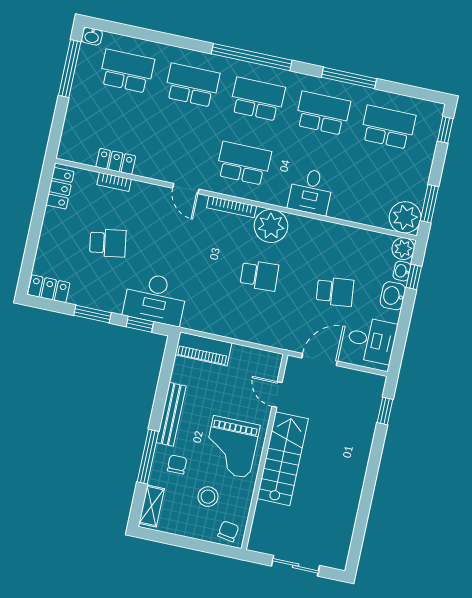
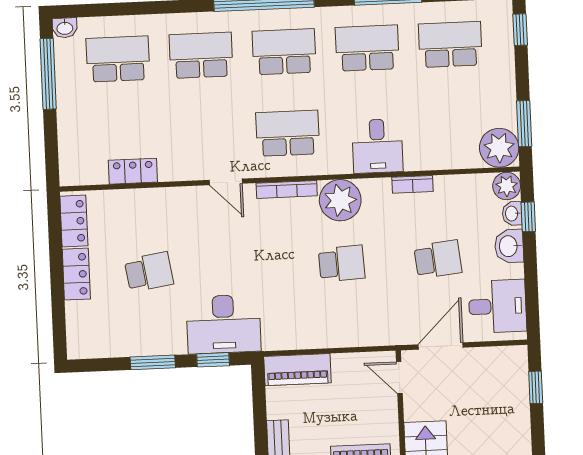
bookcase: (114, 182) -> (413, 184), moved
locker: (49, 289) -> (76, 274), moved, turned 90
door: (277, 395) -> (399, 378), moved

